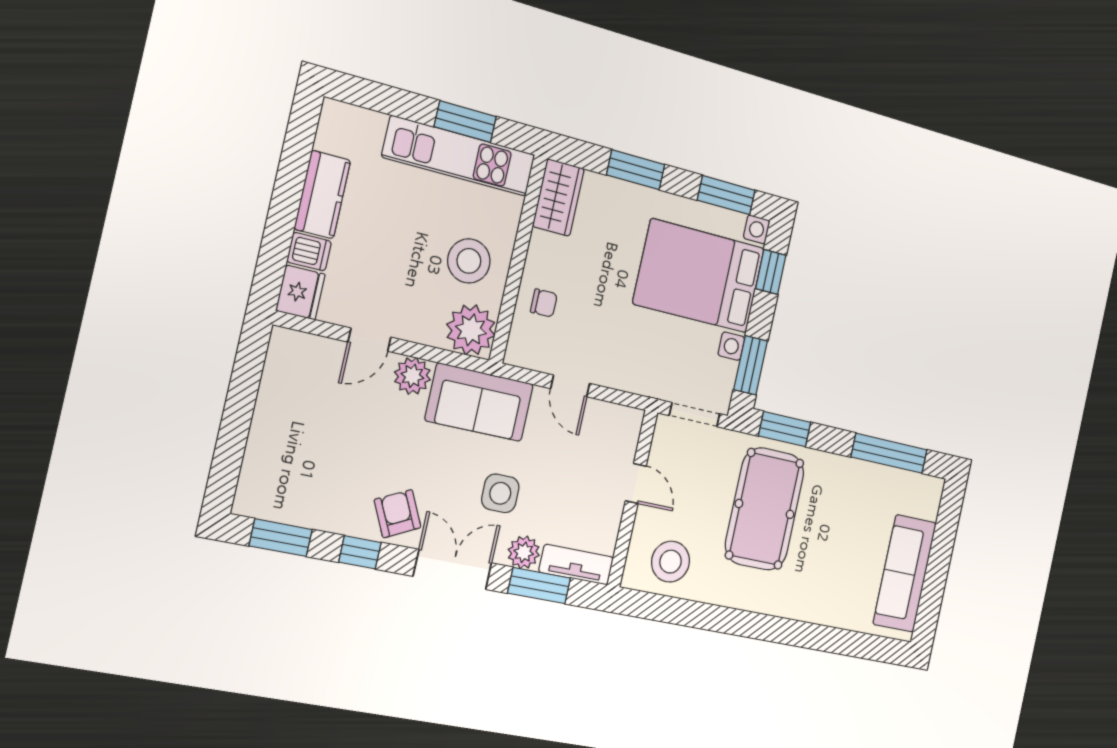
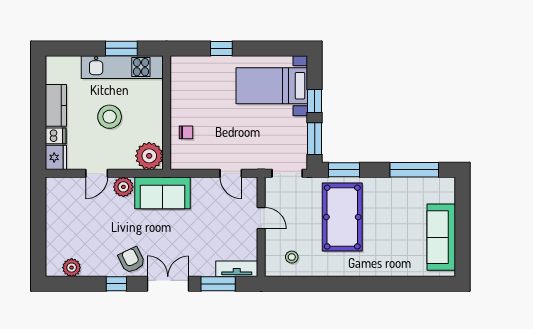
window: (636, 170) -> (221, 48), width x0.67
window: (726, 195) -> (278, 48), removed
wardrobe: (558, 197) -> (181, 75), removed
stool: (469, 261) -> (110, 117), moved
window: (771, 272) -> (315, 101), moved
bed with nightstands: (699, 276) -> (272, 86), width x0.73
door: (570, 386) -> (231, 173), moved
side table: (500, 493) -> (185, 239), removed
window: (281, 538) -> (74, 284), removed
plant: (524, 552) -> (72, 268), moved
stool: (671, 562) -> (292, 257), width x0.53, depth x0.53

